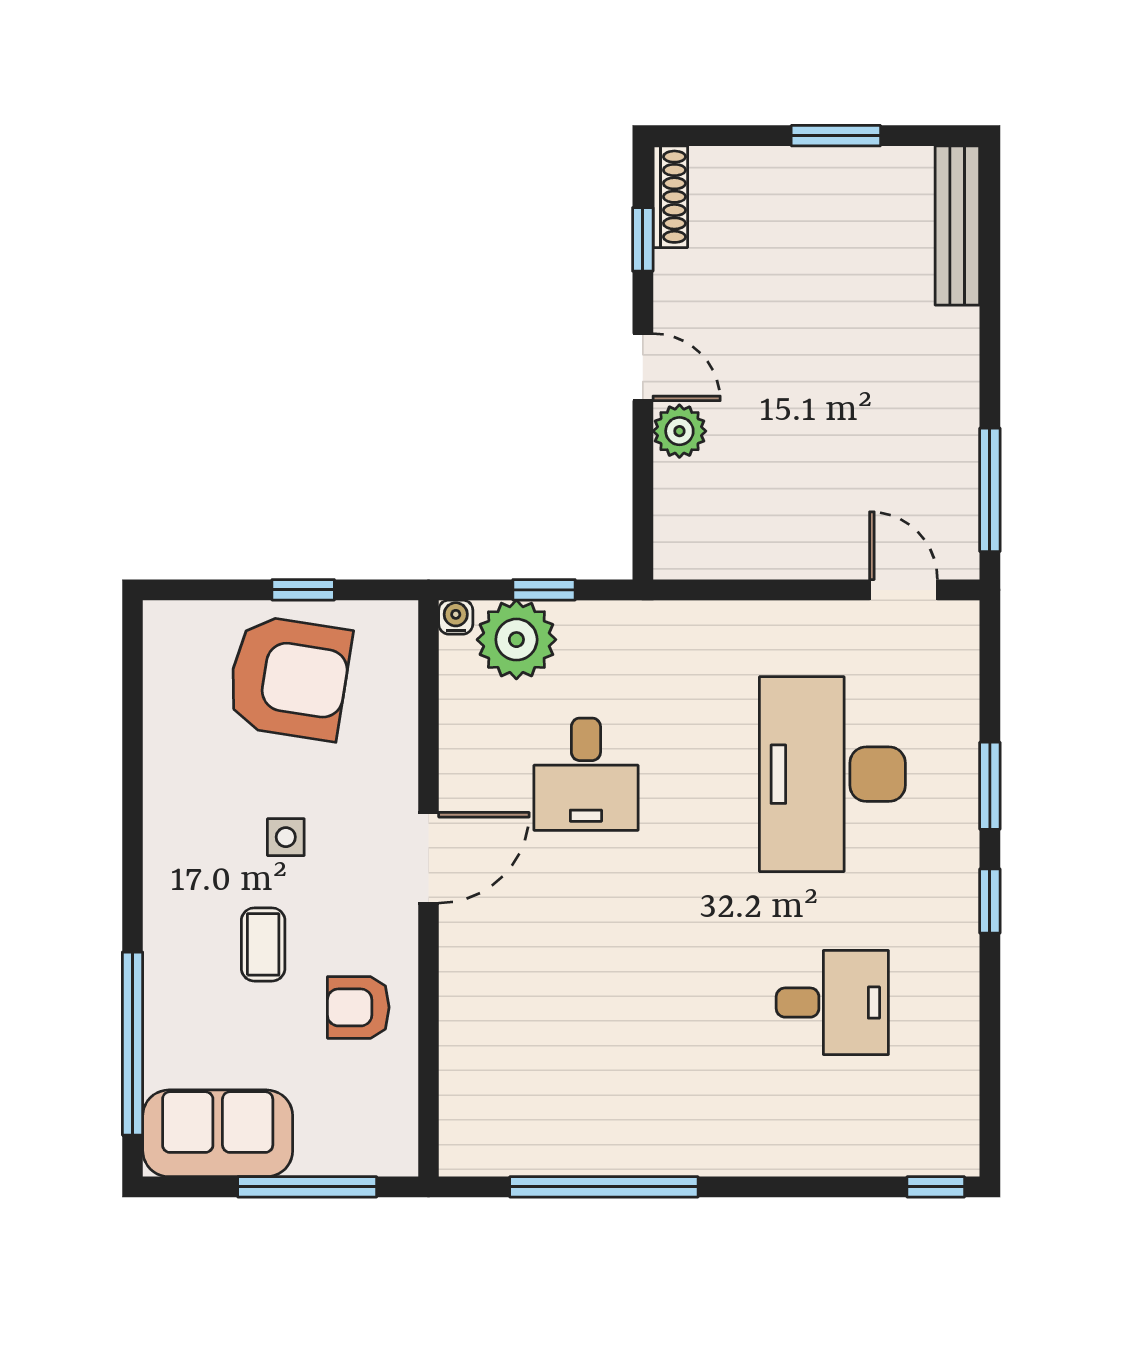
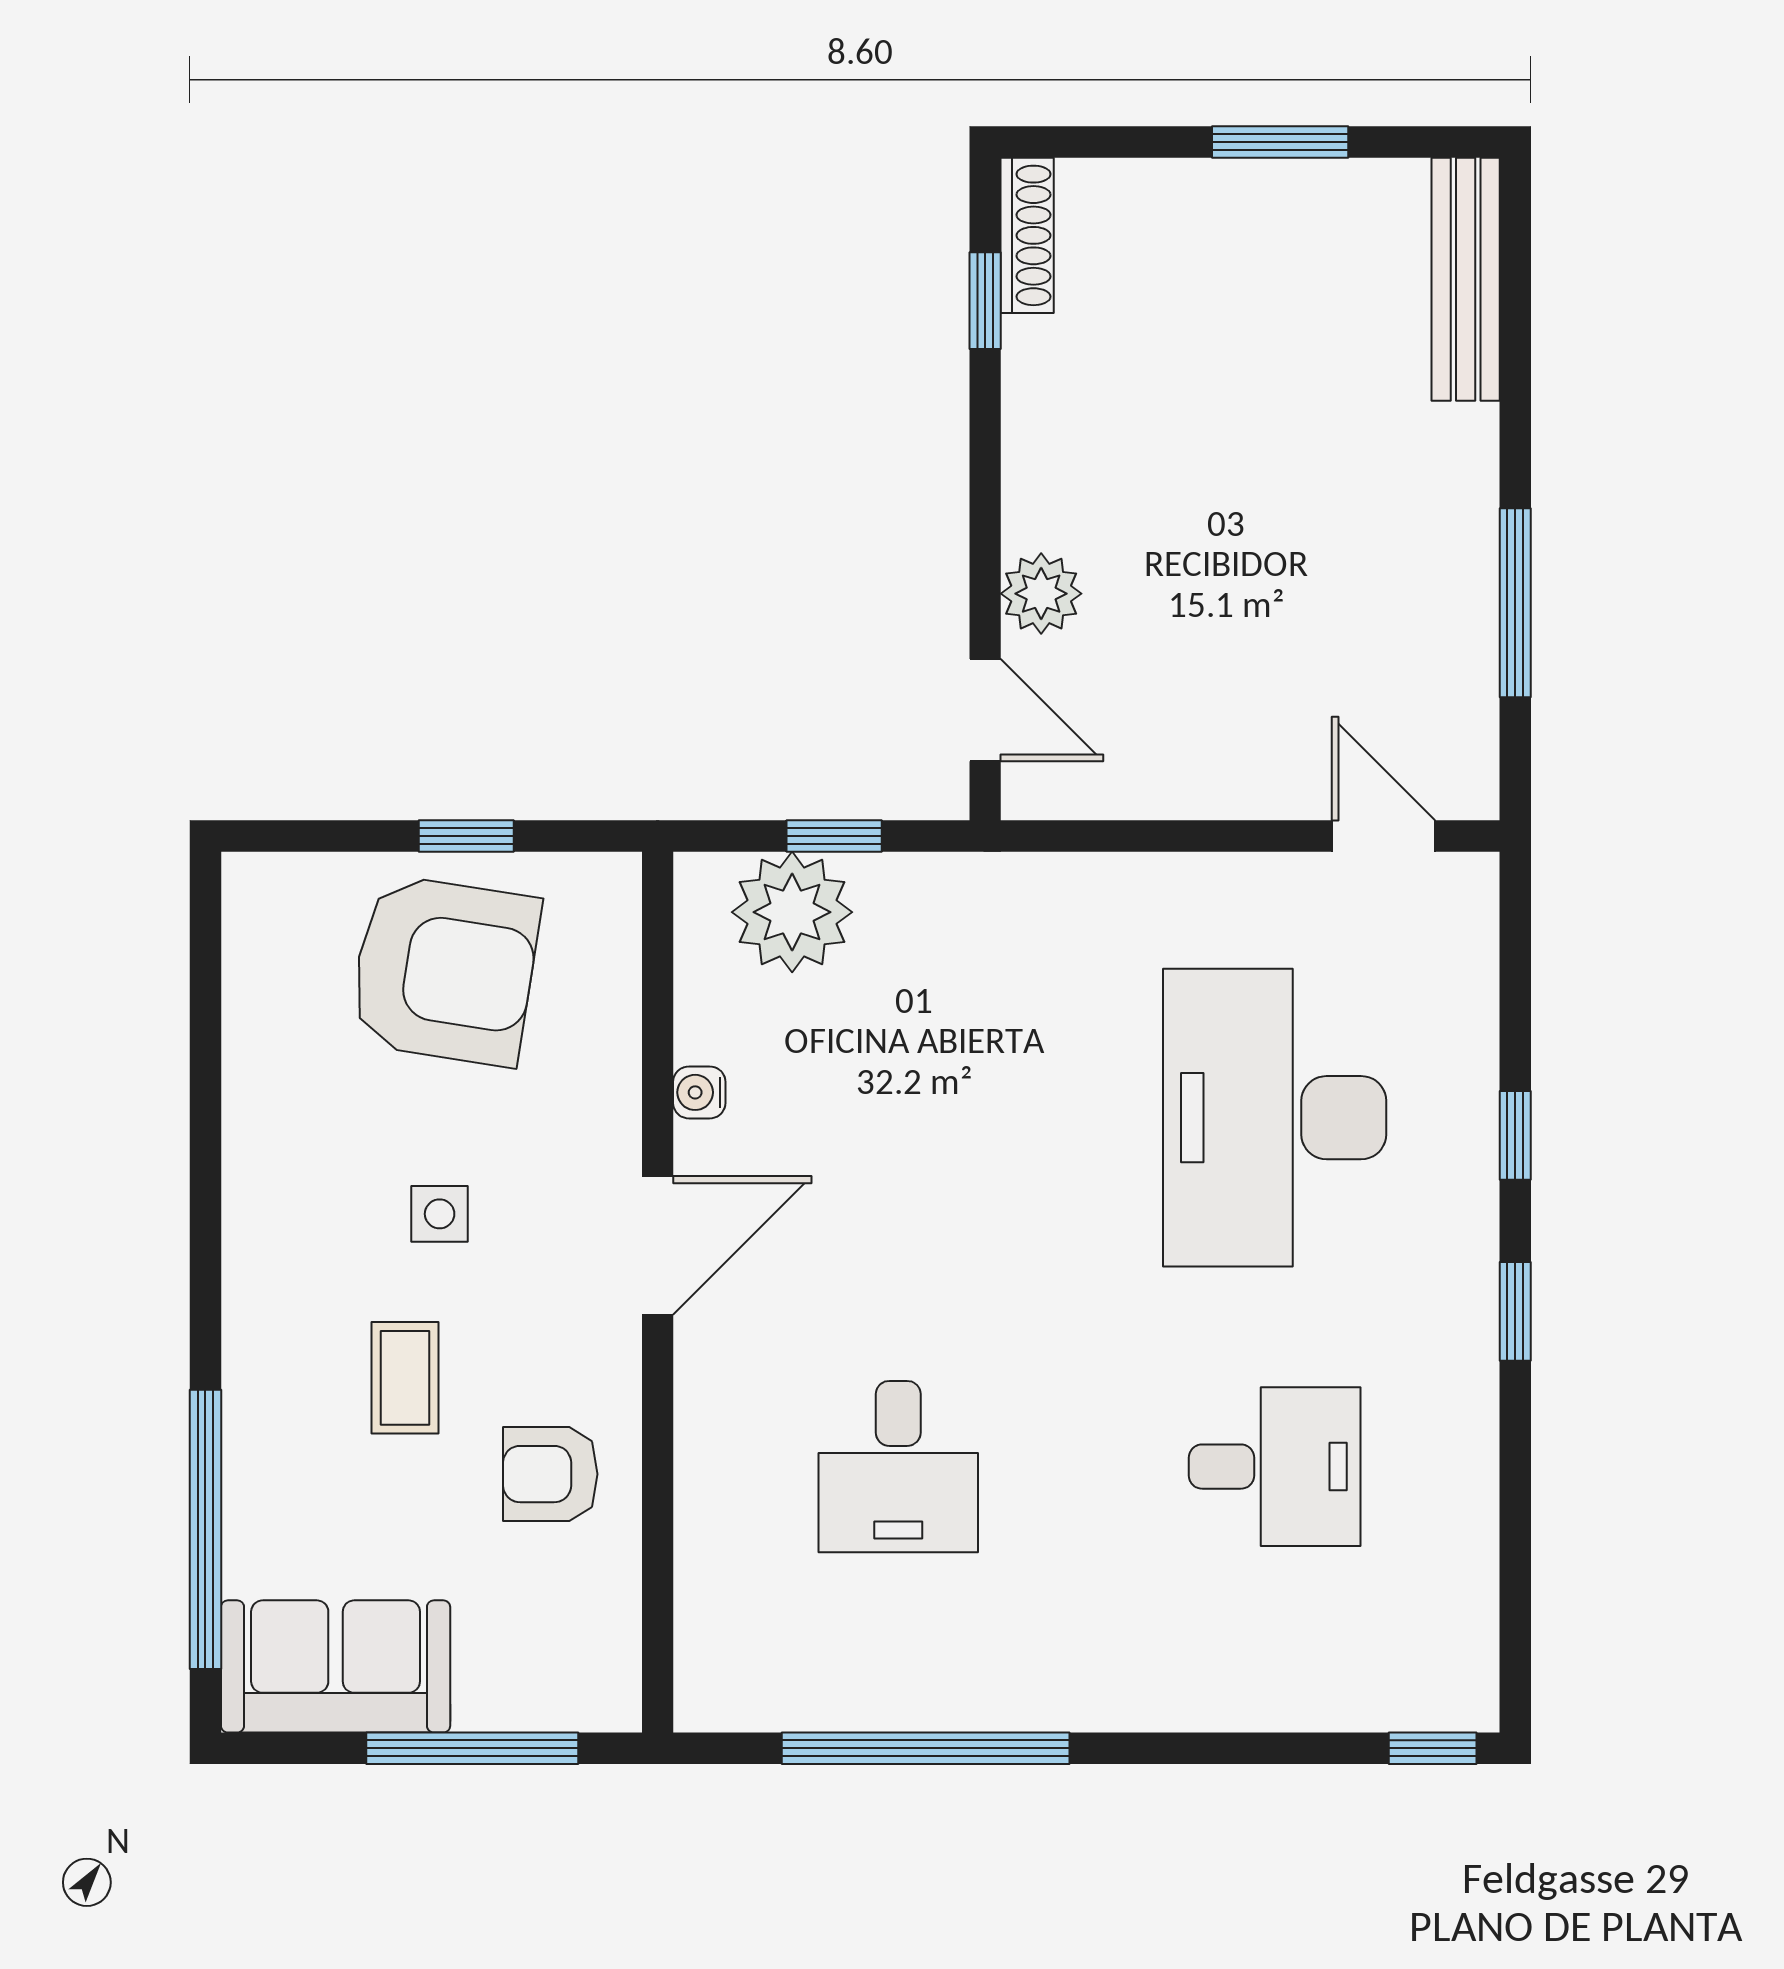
door: (643, 367) -> (985, 710), moved
window: (990, 490) -> (1515, 603), moved
water cooler: (456, 617) -> (699, 1092), moved, turned -90
desk: (586, 774) -> (898, 1467), moved
window: (990, 786) -> (1515, 1135), width x0.67

